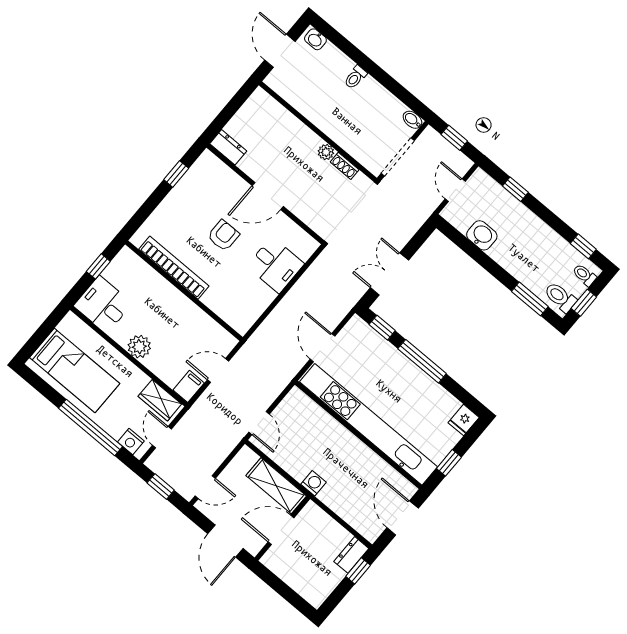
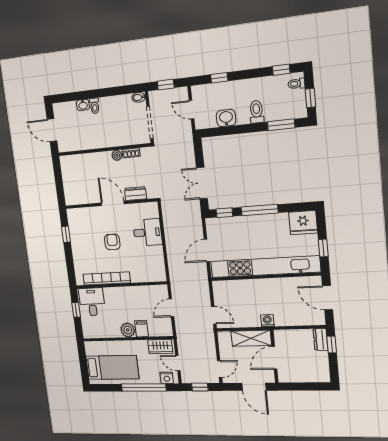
washbasin: (315, 39) -> (83, 105), moved
dresser: (228, 147) -> (135, 194), moved
door: (268, 196) -> (113, 203), swing flipped
toilet: (560, 297) -> (257, 112), moved, turned 90
desk: (103, 305) -> (92, 302), moved, turned 90
door: (323, 348) -> (207, 250), hinge flipped
filing cabinet: (189, 386) -> (142, 329), moved
fridge: (464, 420) -> (303, 223), width x1.88, depth x1.34

